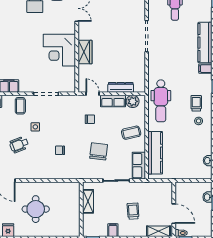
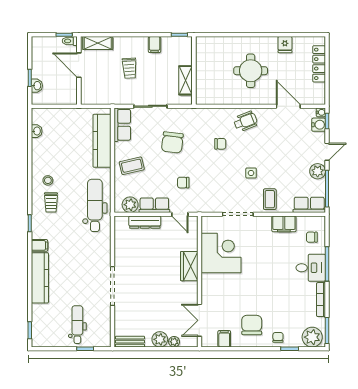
corner desk: (59, 50) -> (221, 253), moved
wheelchair: (19, 145) -> (245, 121), moved

